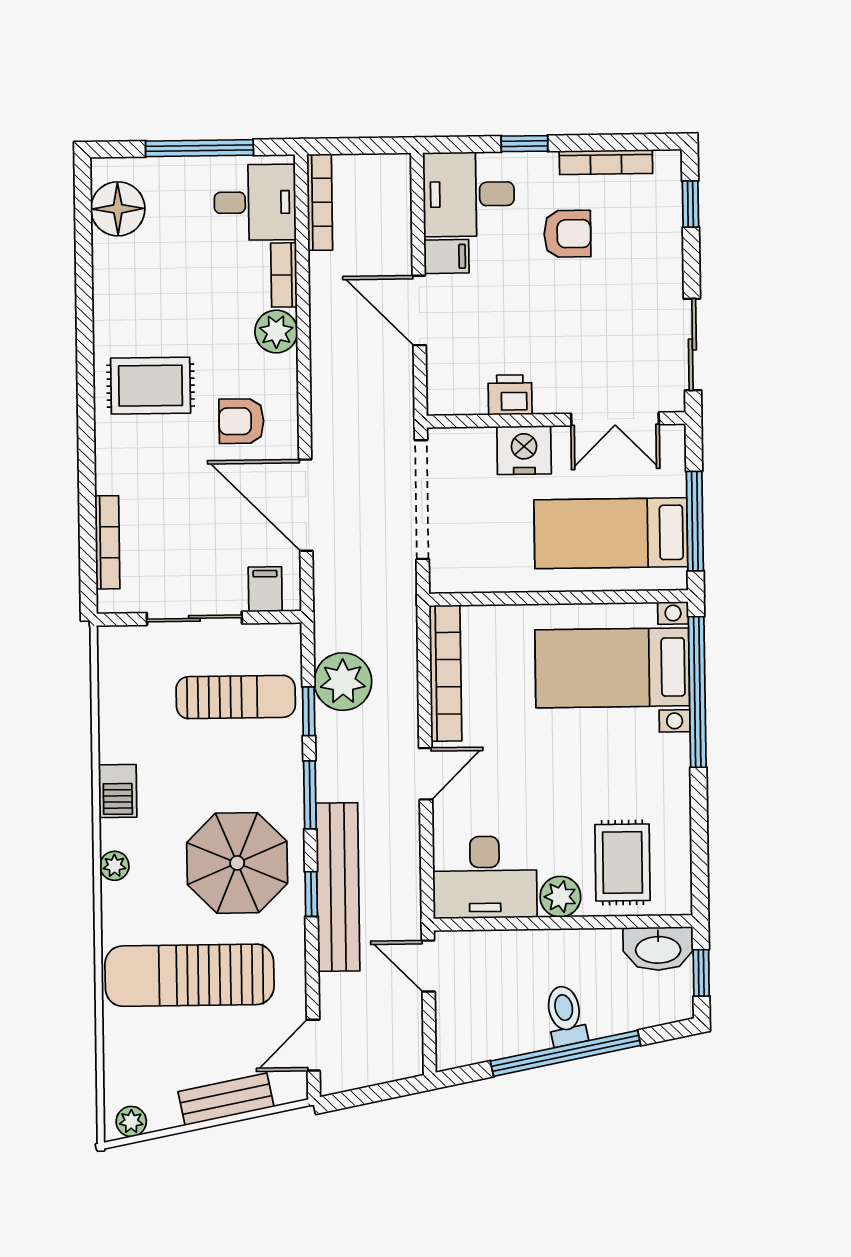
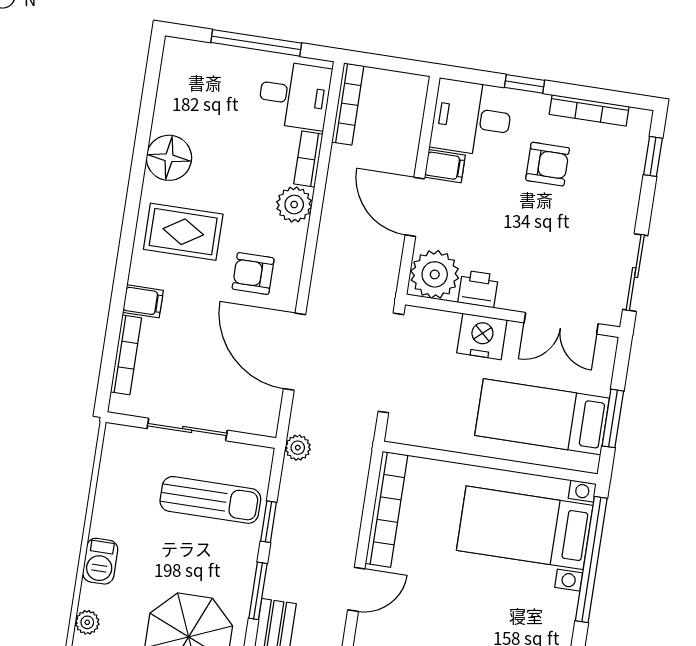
floor lamp: (118, 209) -> (169, 158), moved
plant: (456, 386) -> (435, 274), added
window: (695, 521) -> (613, 418), width x0.69
filing cabinet: (265, 589) -> (143, 301), moved, turned 90
plant: (343, 682) -> (298, 448), moved, width x0.53, depth x0.53

